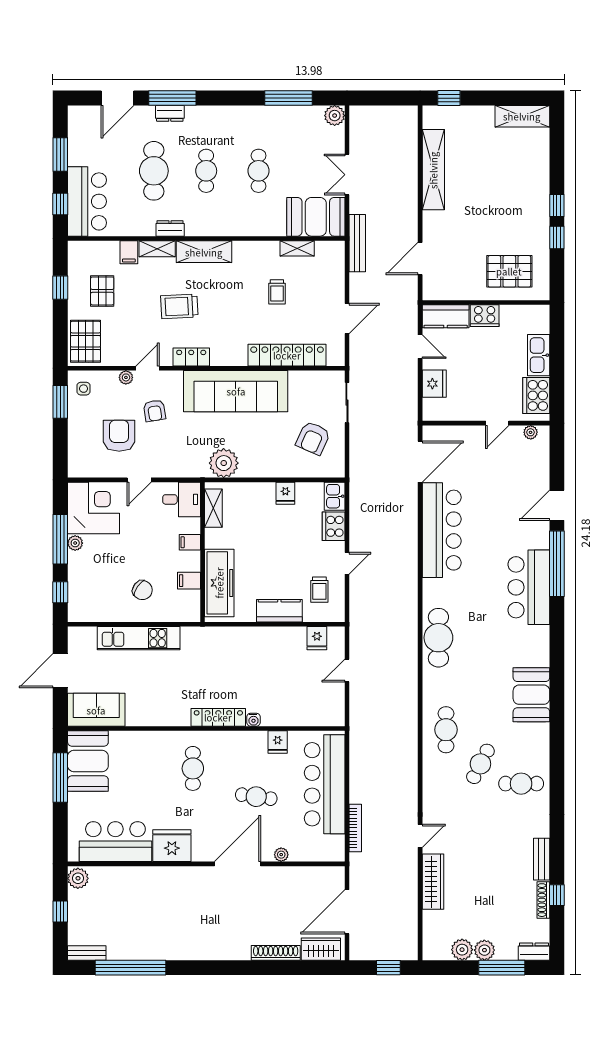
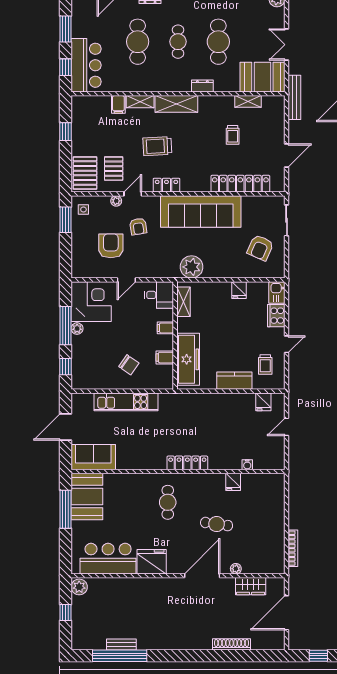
cafe table: (259, 171) -> (218, 42), width x1.37, depth x1.35
dresser: (170, 228) -> (202, 86), moved
pallet: (102, 291) -> (114, 169), moved
water cooler: (253, 720) -> (247, 465), moved
bar counter: (325, 784) -> (269, 514), removed
wardrobe: (321, 949) -> (251, 586), moved, turned 180
bench: (87, 953) -> (121, 645), moved

